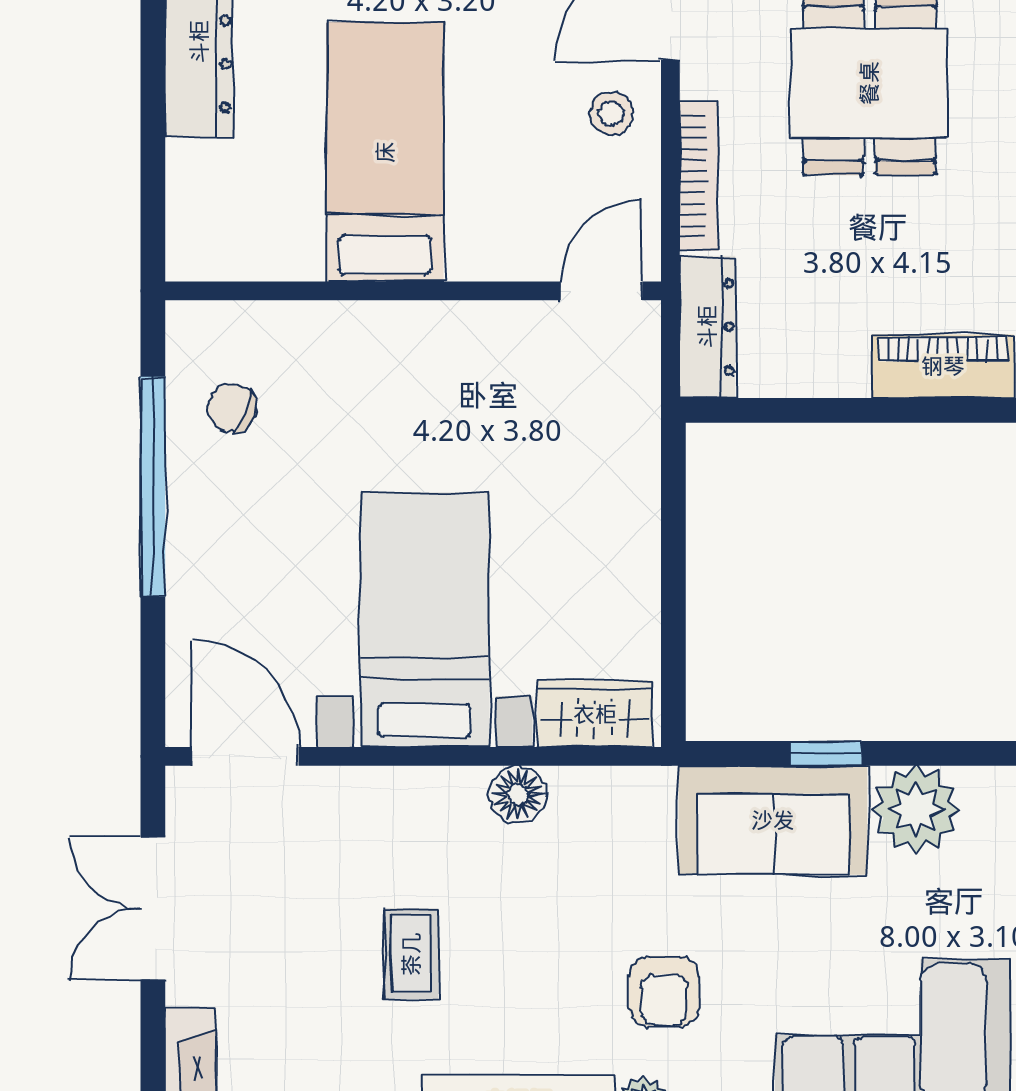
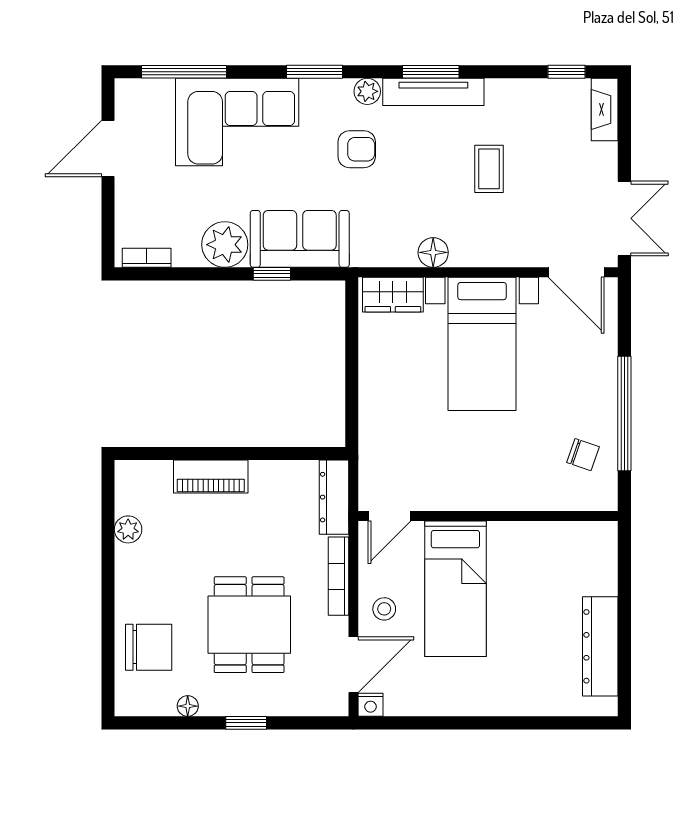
bed: (385, 152) -> (455, 589), moved
double door: (153, 908) -> (624, 218), moved
armchair: (664, 991) -> (357, 149), turned 90

